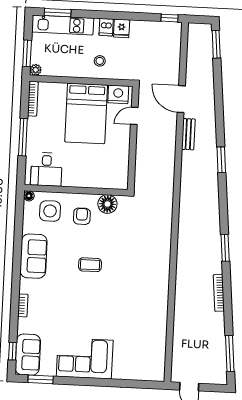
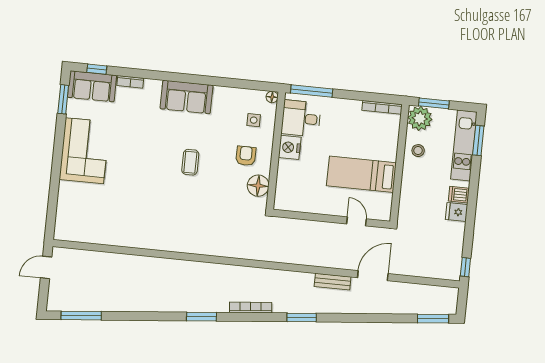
stool: (100, 61) -> (418, 151), moved
plant: (36, 70) -> (420, 118), width x1.88, depth x1.88
nightstand: (118, 94) -> (290, 147), moved, turned 180
bed: (86, 113) -> (361, 174), width x0.67
window: (23, 137) -> (312, 91), moved
side table: (50, 211) -> (254, 120), width x0.54, depth x0.54
armchair: (82, 216) -> (246, 156), turned -90
sofa: (34, 256) -> (187, 97), moved
bookcase: (219, 293) -> (251, 308), moved
bookcase: (23, 305) -> (130, 82), moved

